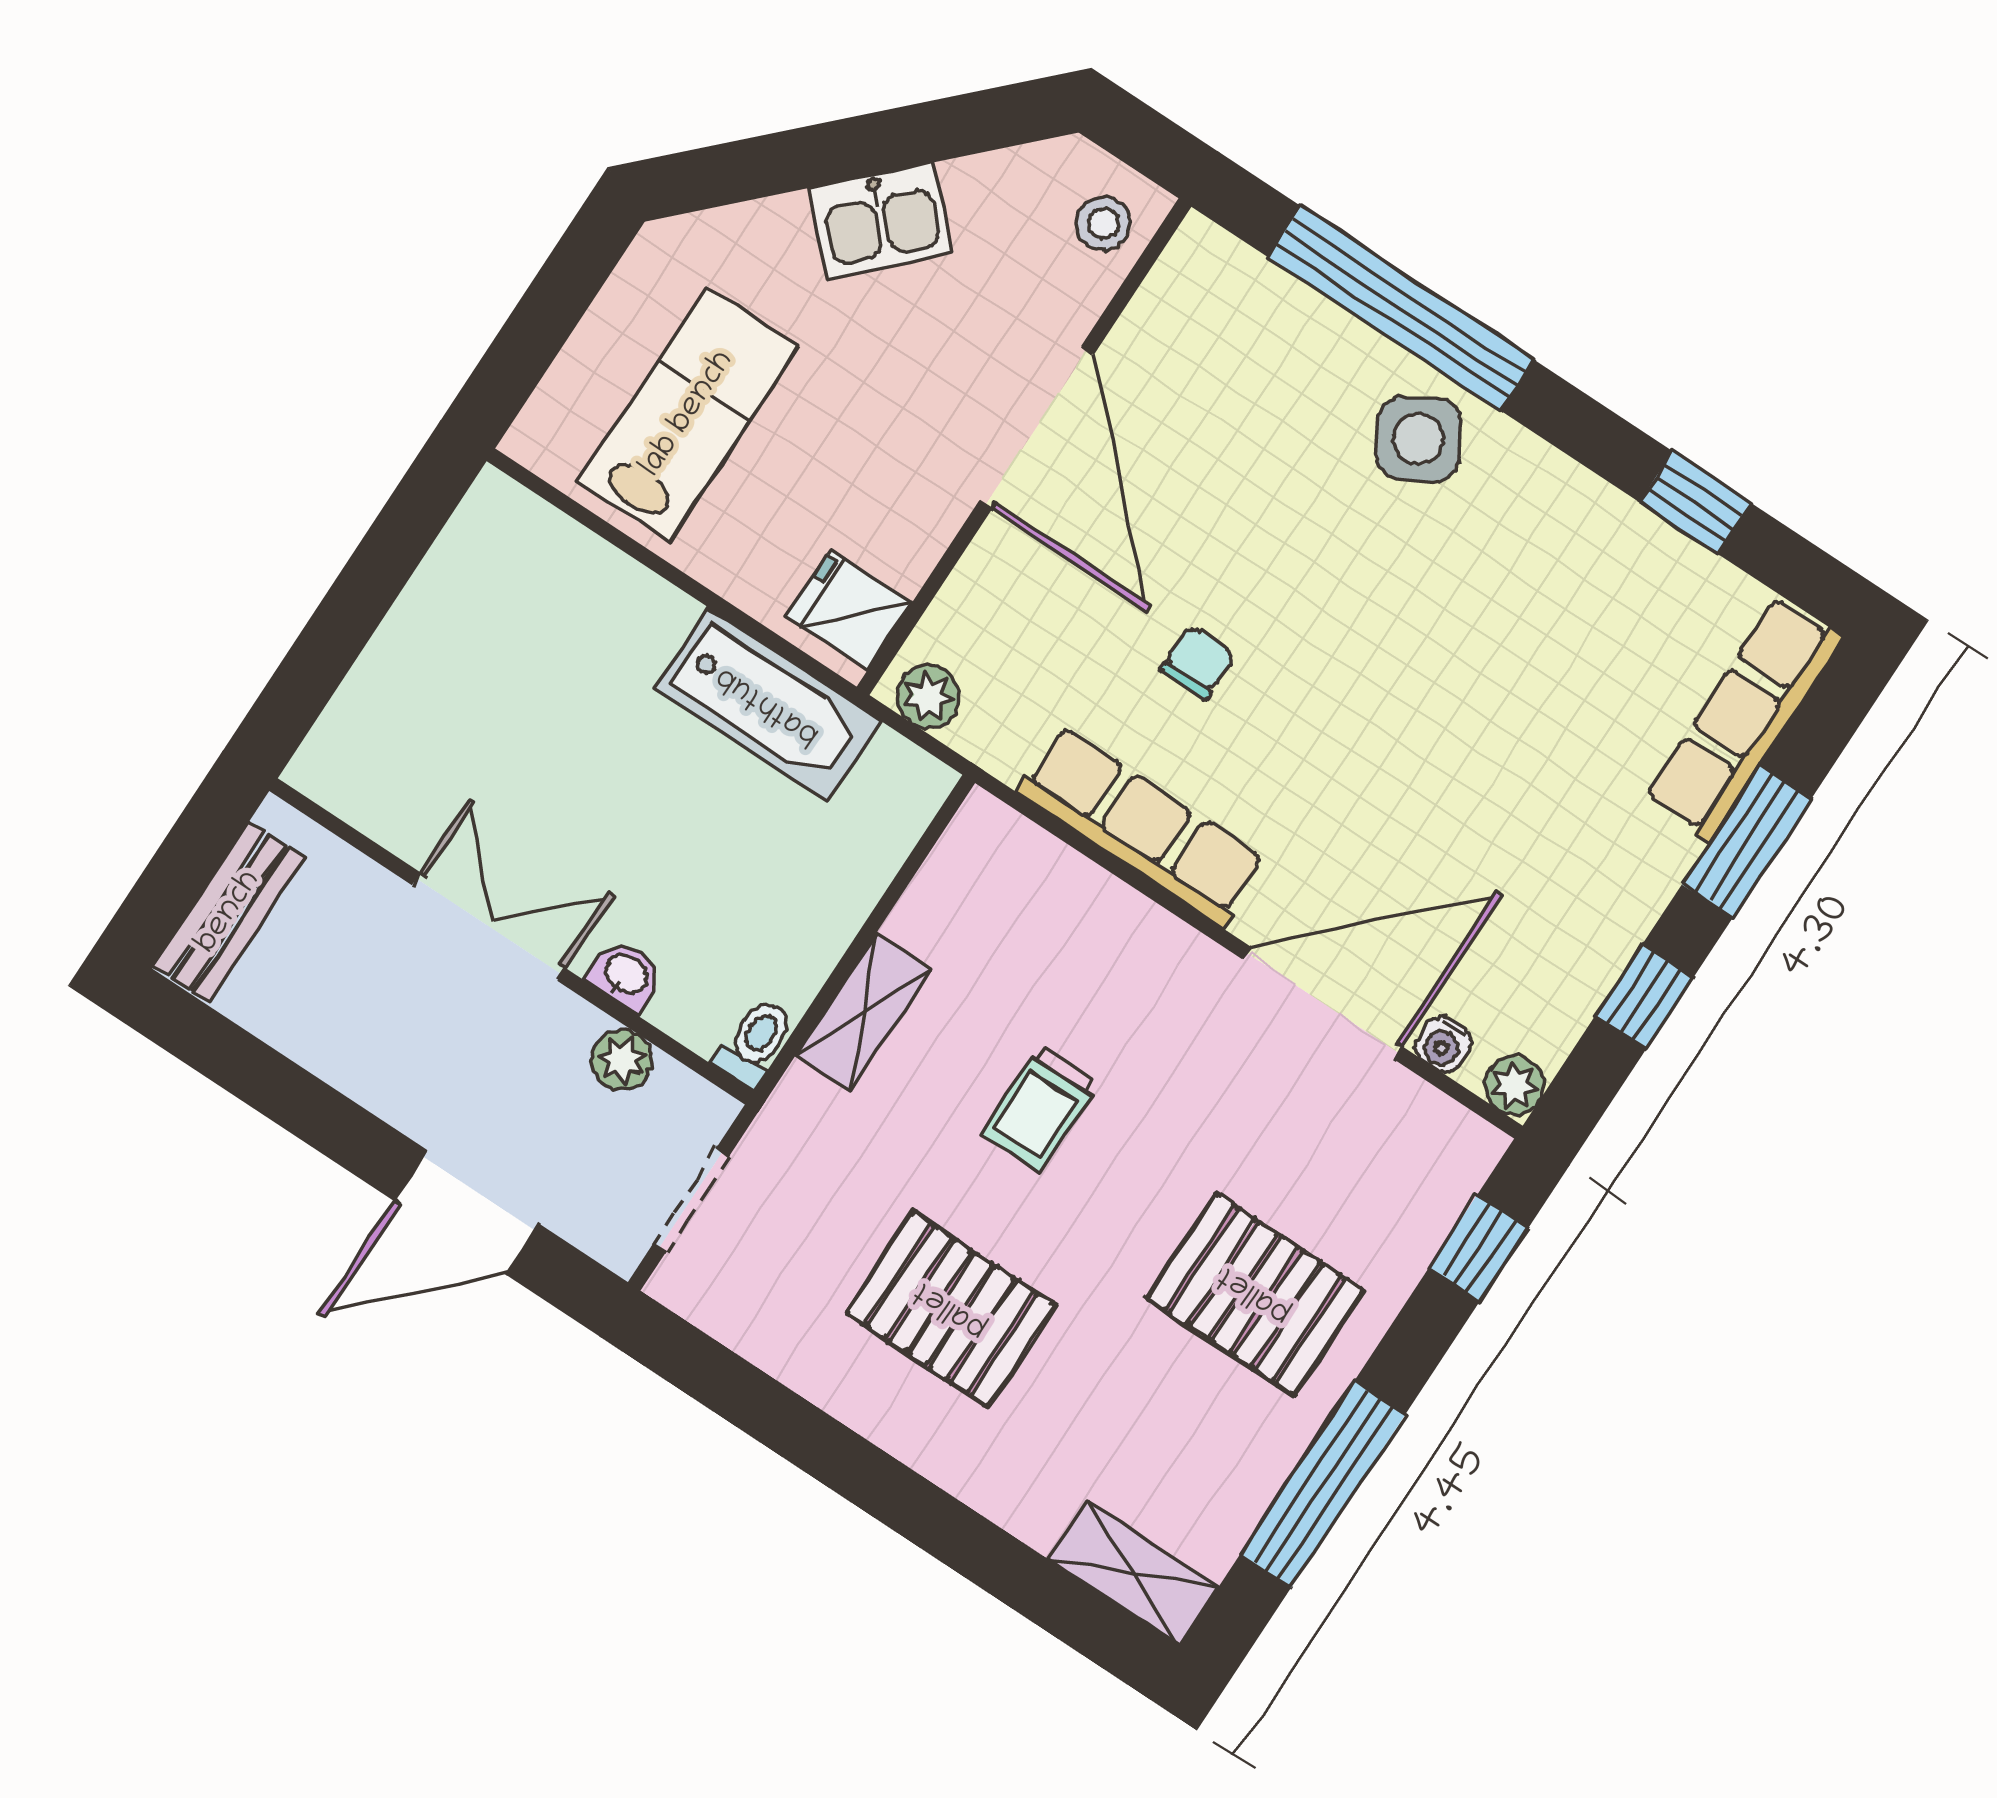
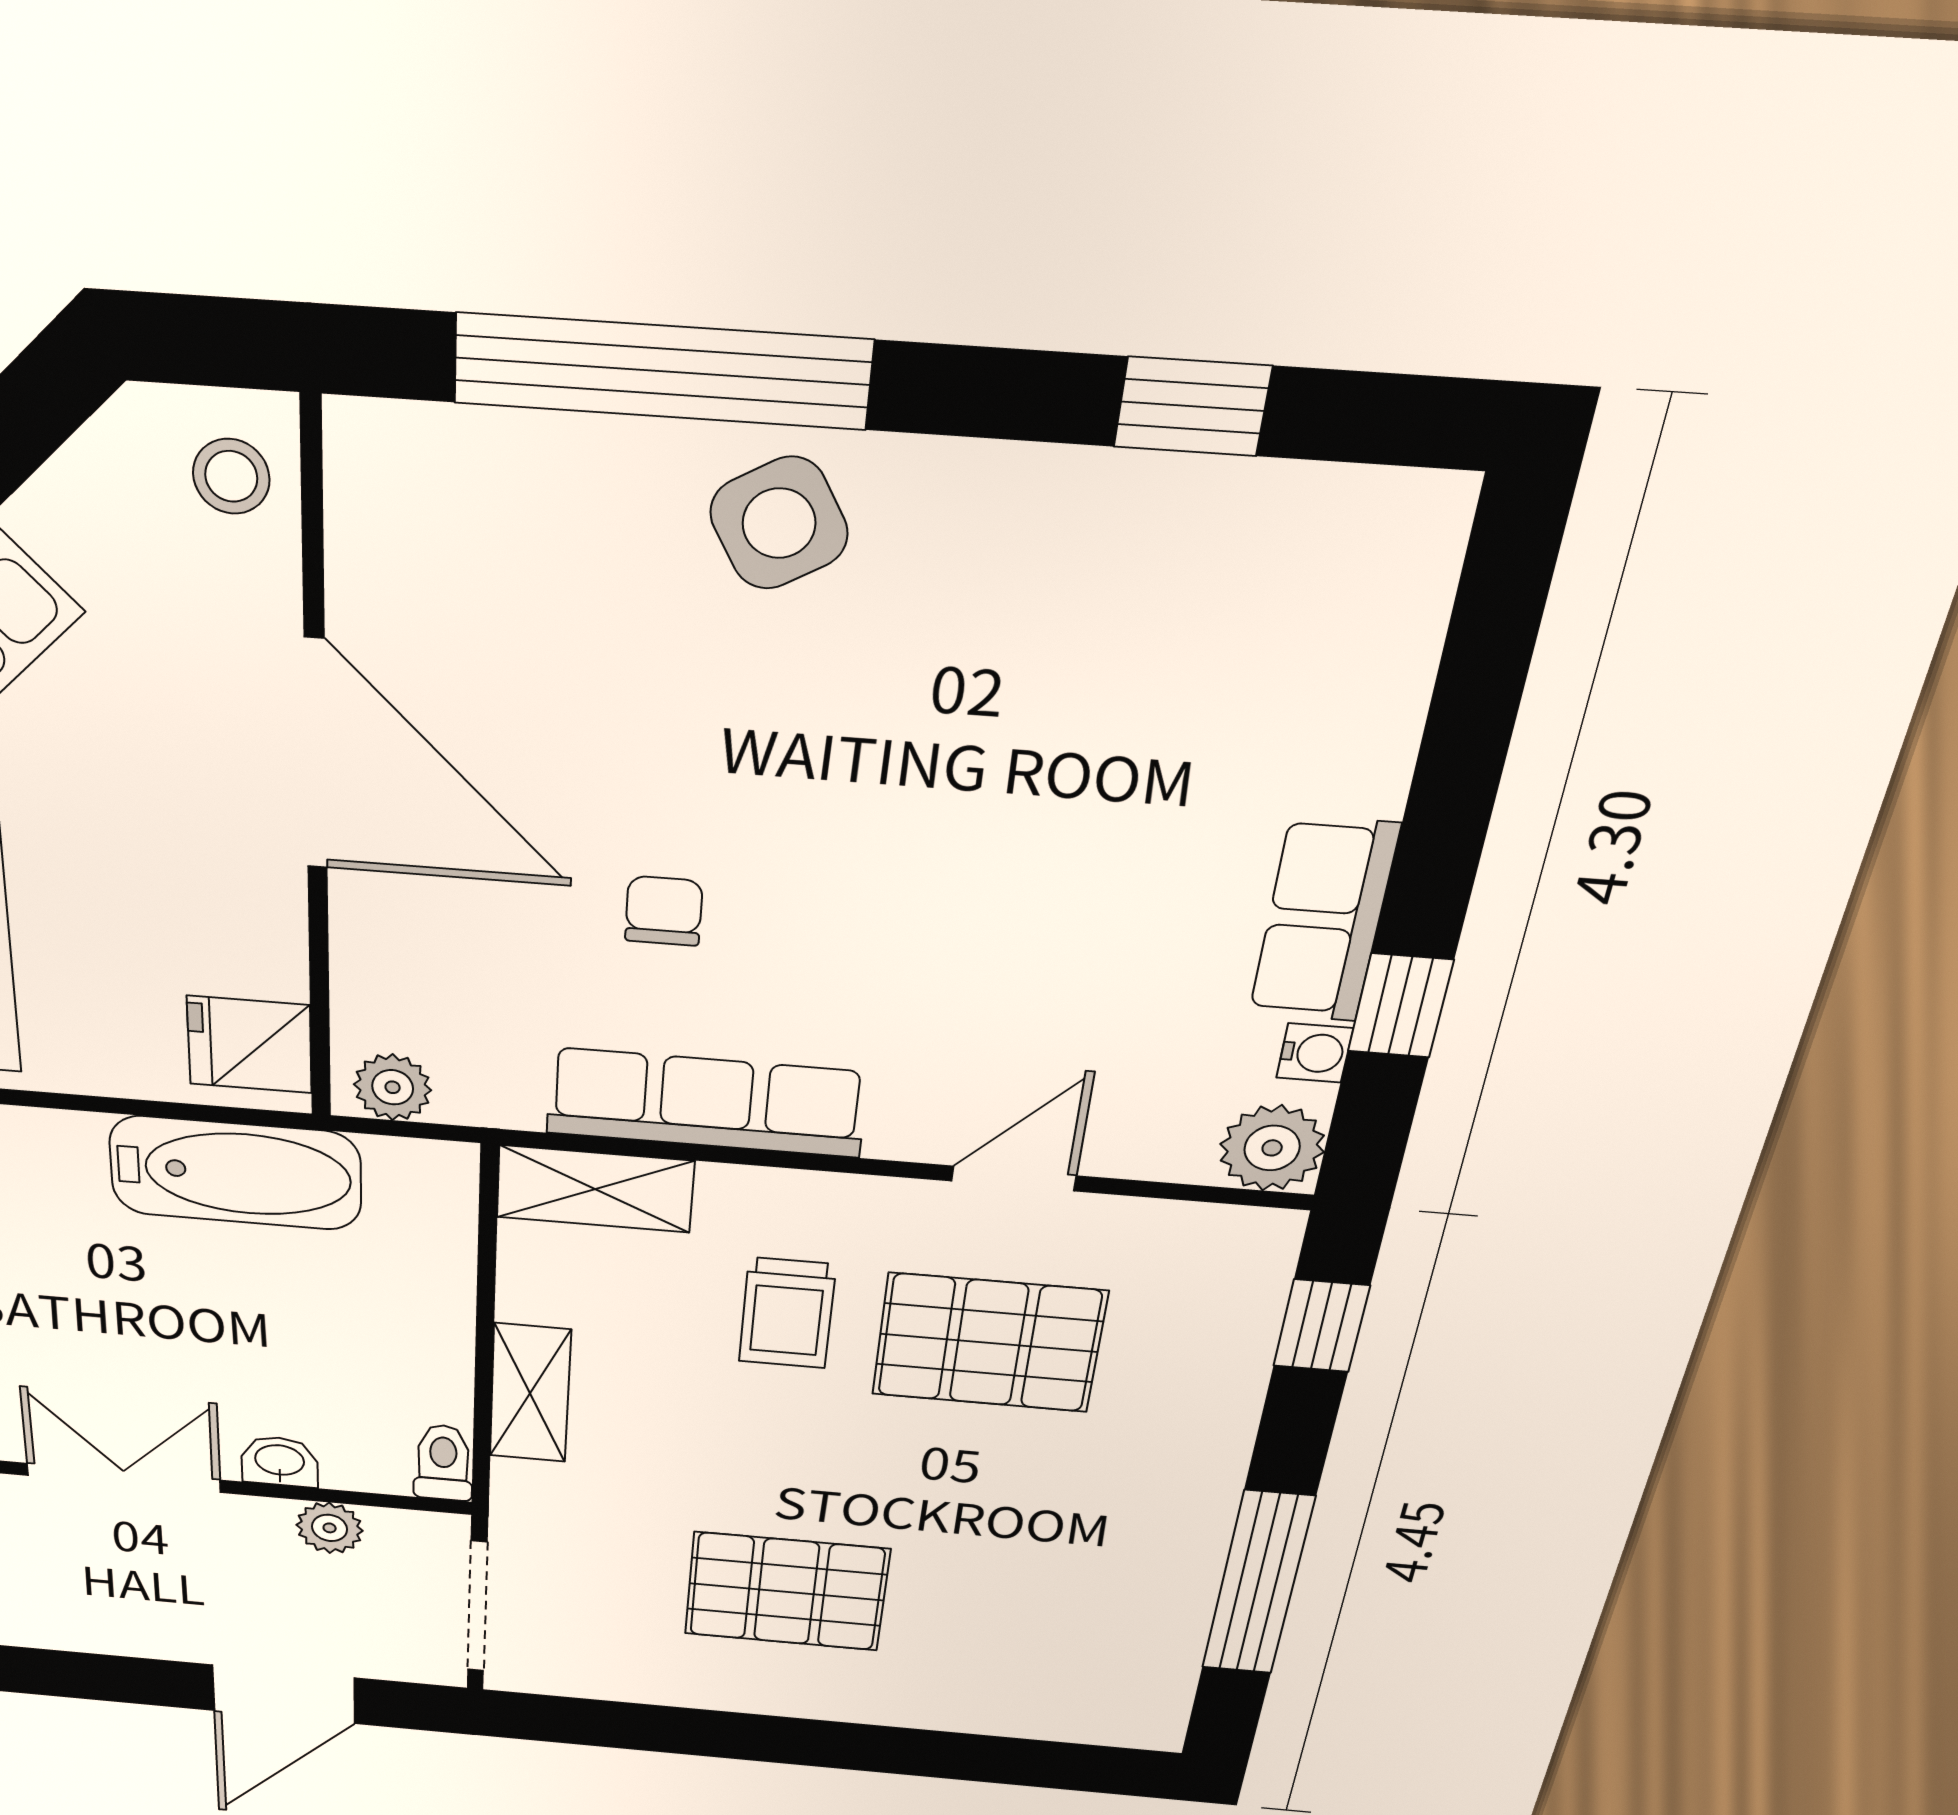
row of seats: (1744, 718) -> (1324, 920), moved, width x0.68
window: (1747, 841) -> (1456, 781), removed
door: (1322, 1003) -> (1014, 1178), width x0.53
water cooler: (1443, 1044) -> (1315, 1053), moved, turned -90
plant: (1514, 1085) -> (1272, 1148), width x1.38, depth x1.38
trolley: (1040, 1108) -> (787, 1313), moved
doorway: (691, 1200) -> (477, 1607), width x1.38
pallet: (1255, 1294) -> (989, 1343), moved
shelving: (1133, 1573) -> (595, 1189), moved

